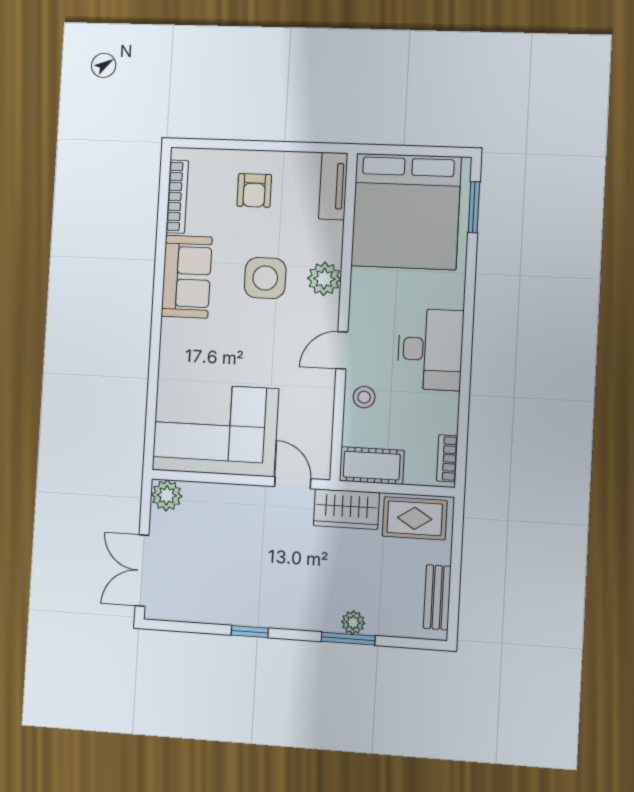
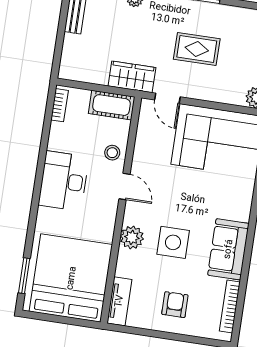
door: (342, 350) -> (124, 186), hinge flipped
rug: (415, 518) -> (197, 49), moved

